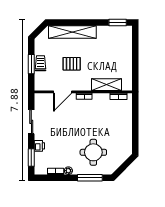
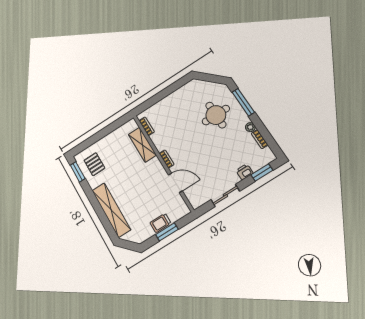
pallet: (72, 64) -> (94, 164), moved

